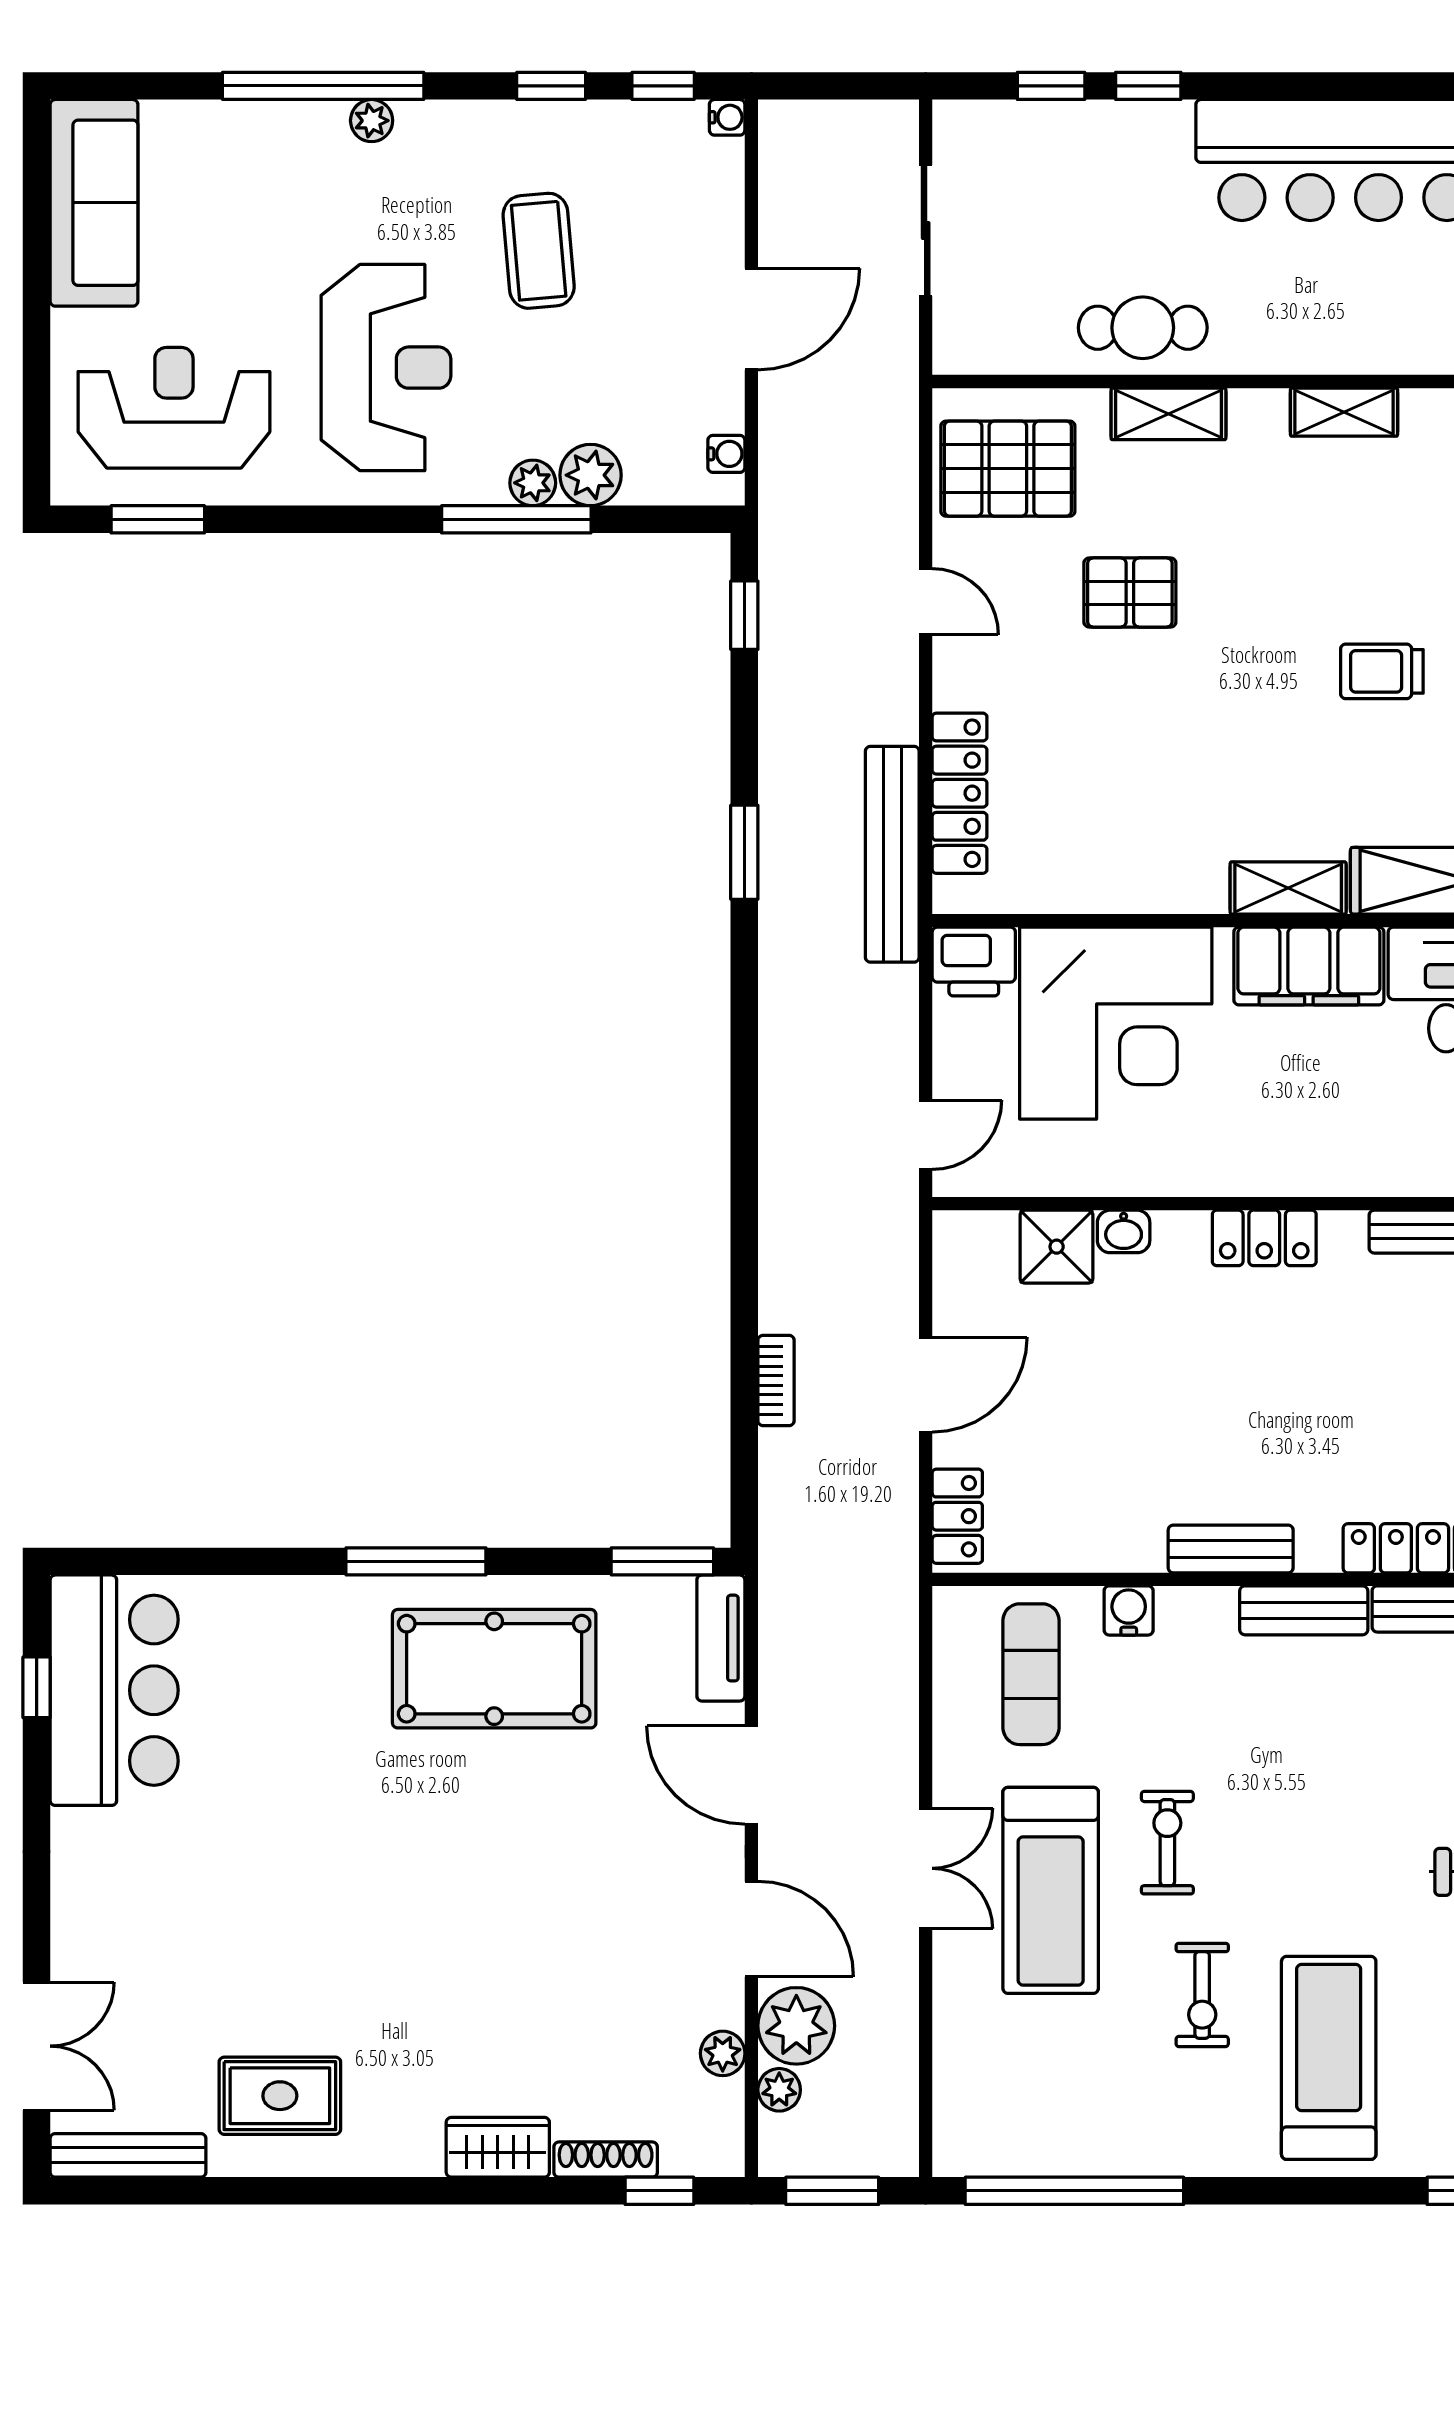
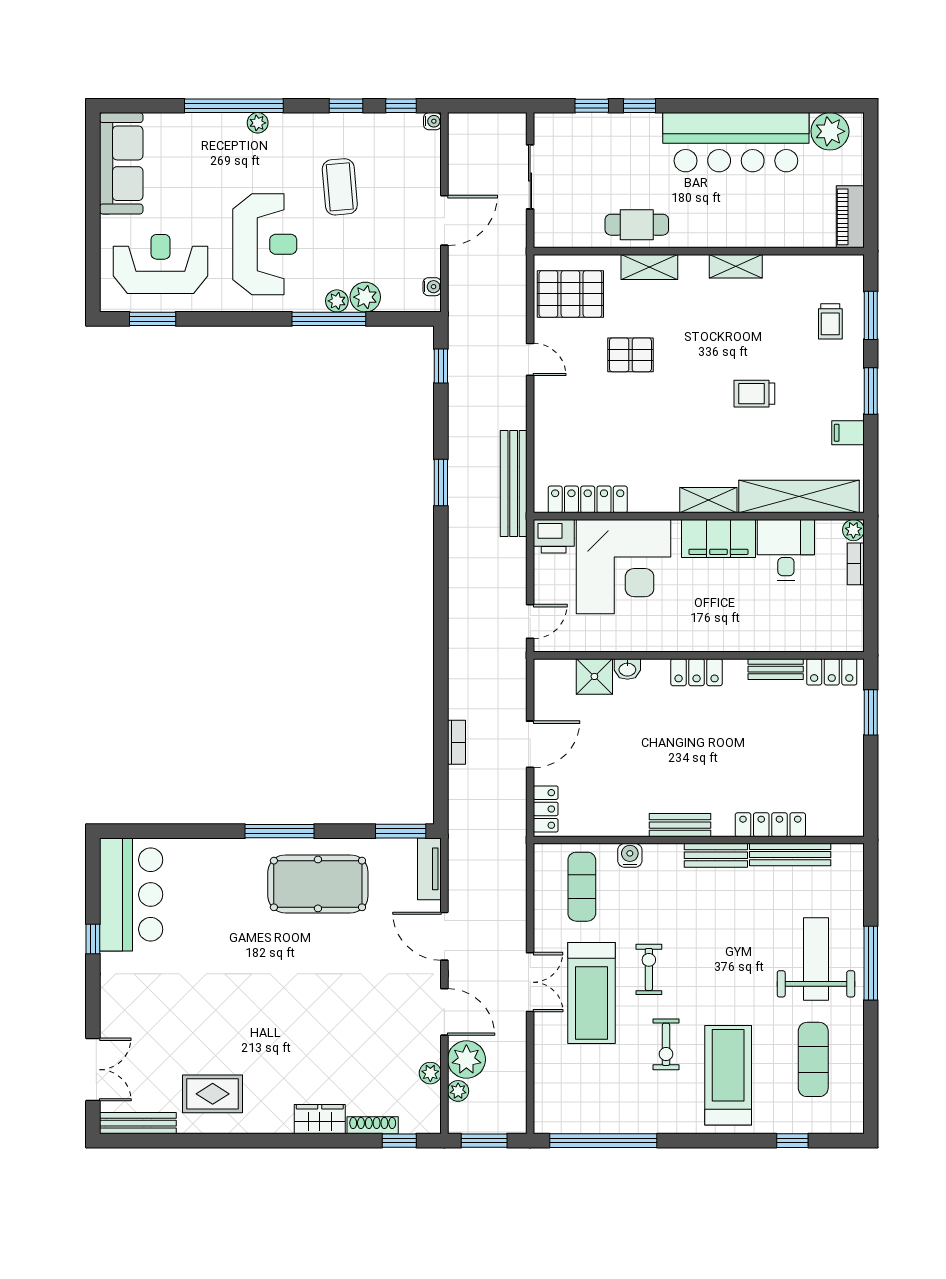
locker: (960, 793) -> (588, 499), moved, turned -90
window: (37, 1687) -> (93, 939), moved

